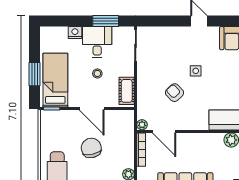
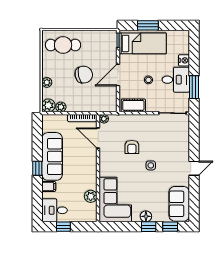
armchair: (174, 93) -> (132, 147), turned 133
door: (164, 131) -> (98, 138), hinge flipped

